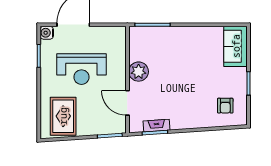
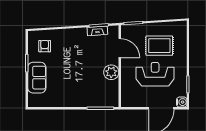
sofa: (236, 46) -> (37, 78), moved
rug: (63, 116) -> (159, 46), moved, turned 90

